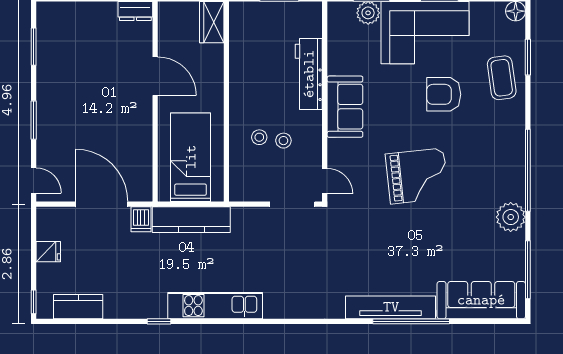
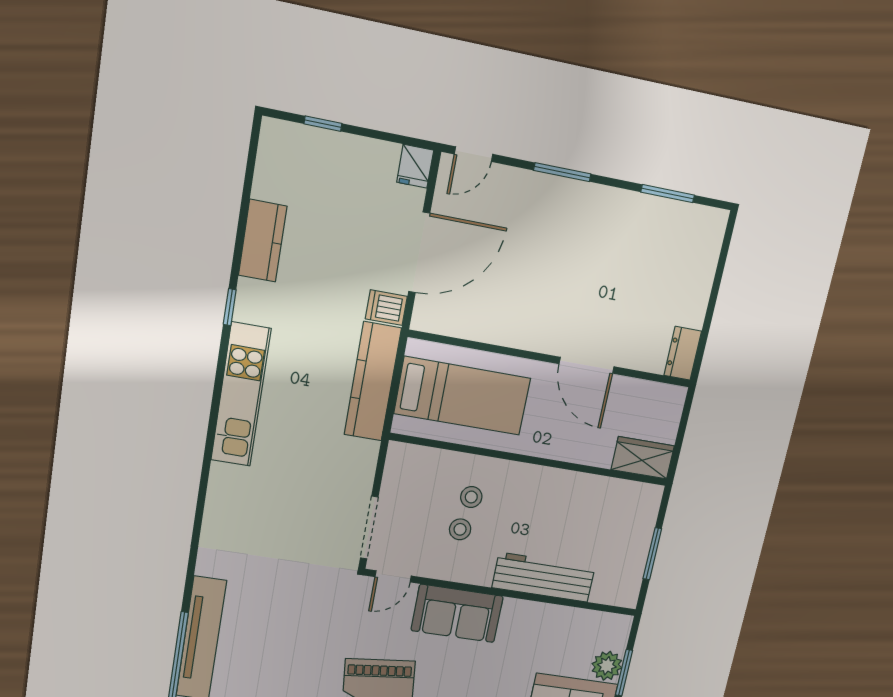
door: (155, 76) -> (587, 365), hinge flipped
sofa: (345, 107) -> (457, 613), moved
fridge: (48, 252) -> (415, 166), moved
window: (34, 302) -> (323, 124), moved
kitchen counter: (78, 307) -> (263, 241), moved

